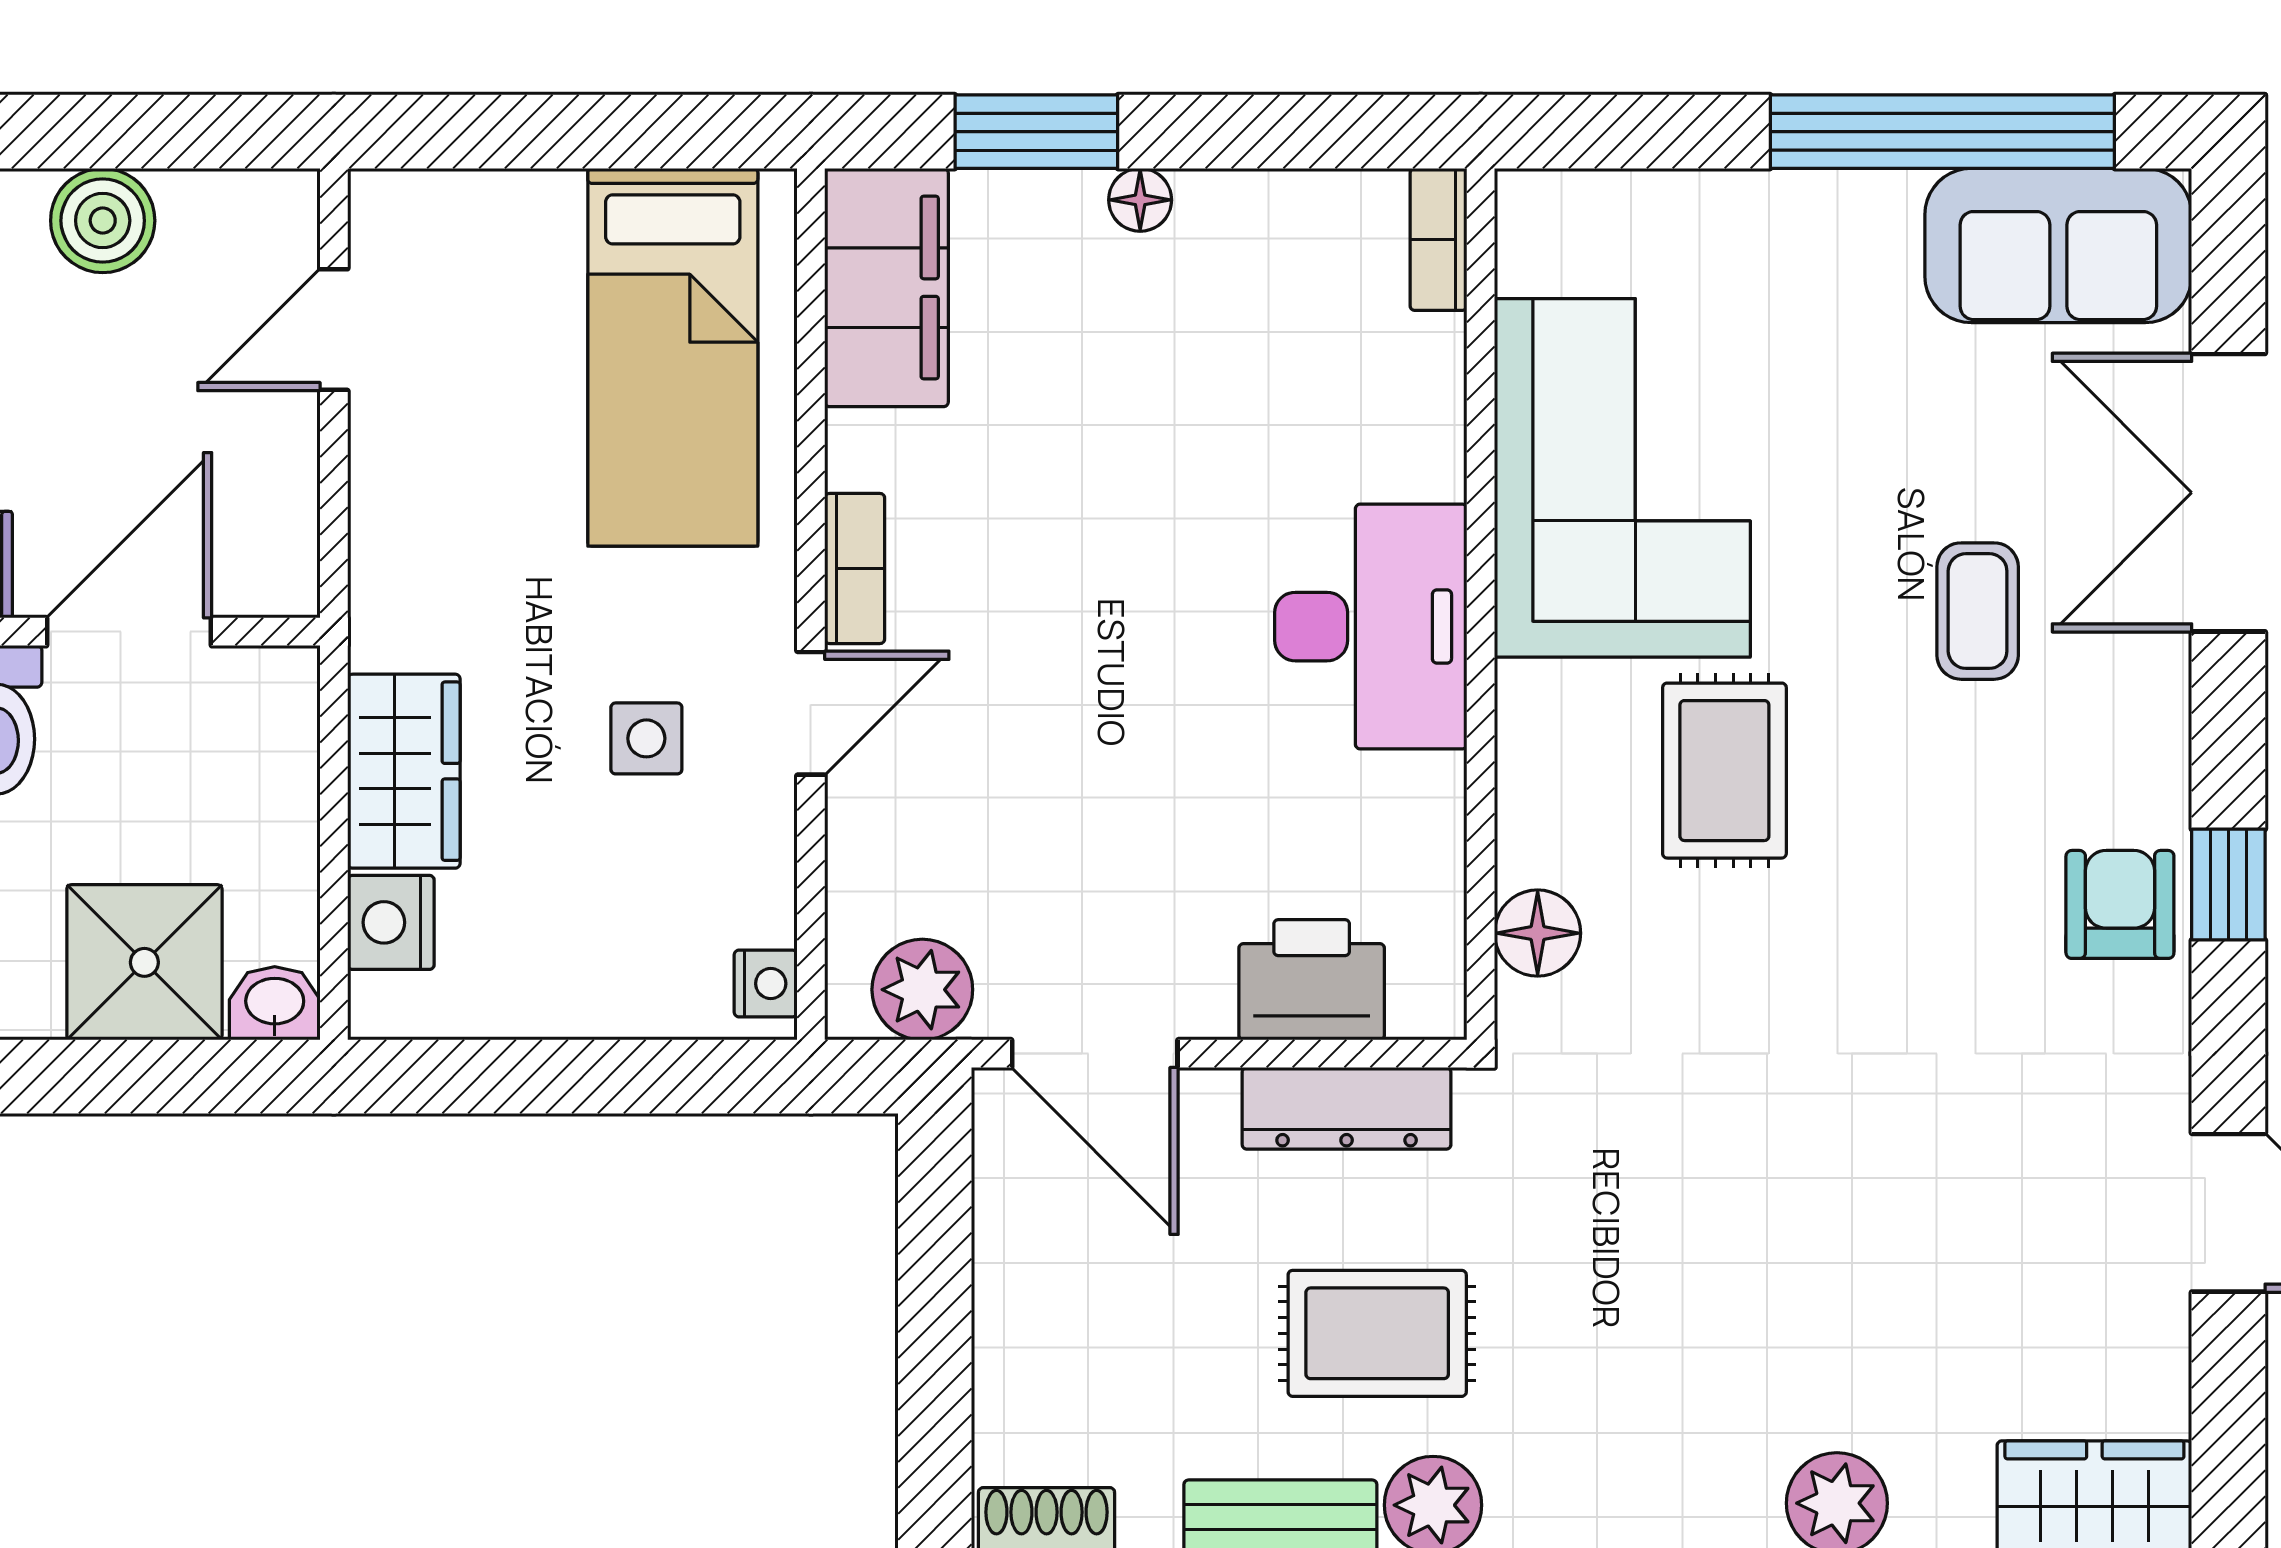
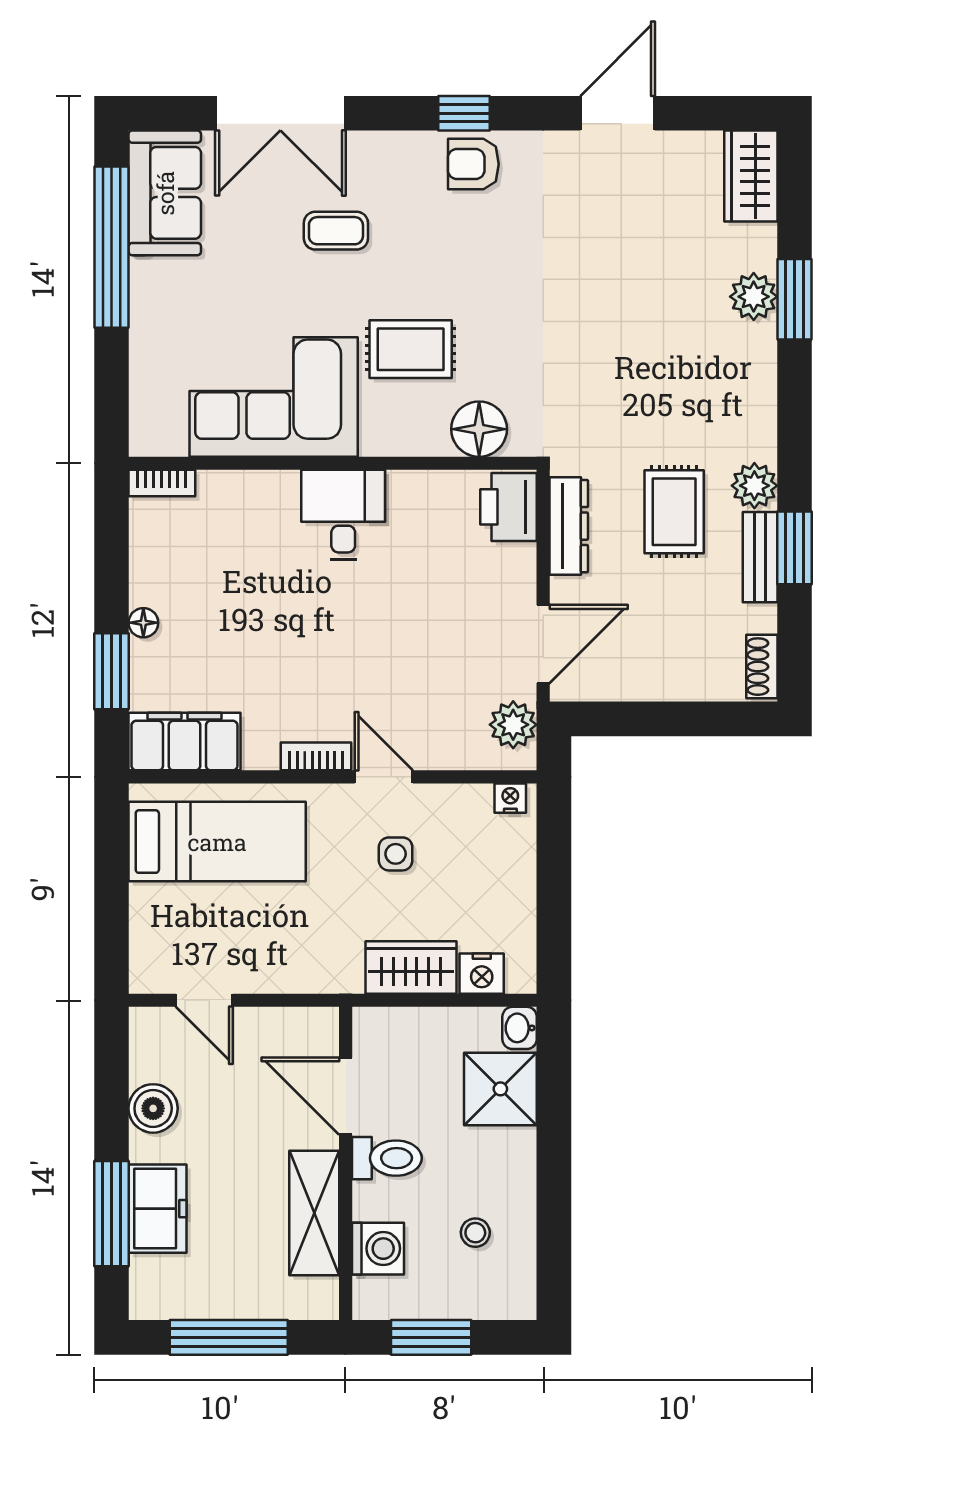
desk: (1371, 627) -> (343, 515), width x0.73
floor lamp: (1538, 933) -> (479, 429), width x1.38, depth x1.38
printer: (1312, 980) -> (509, 507), moved

